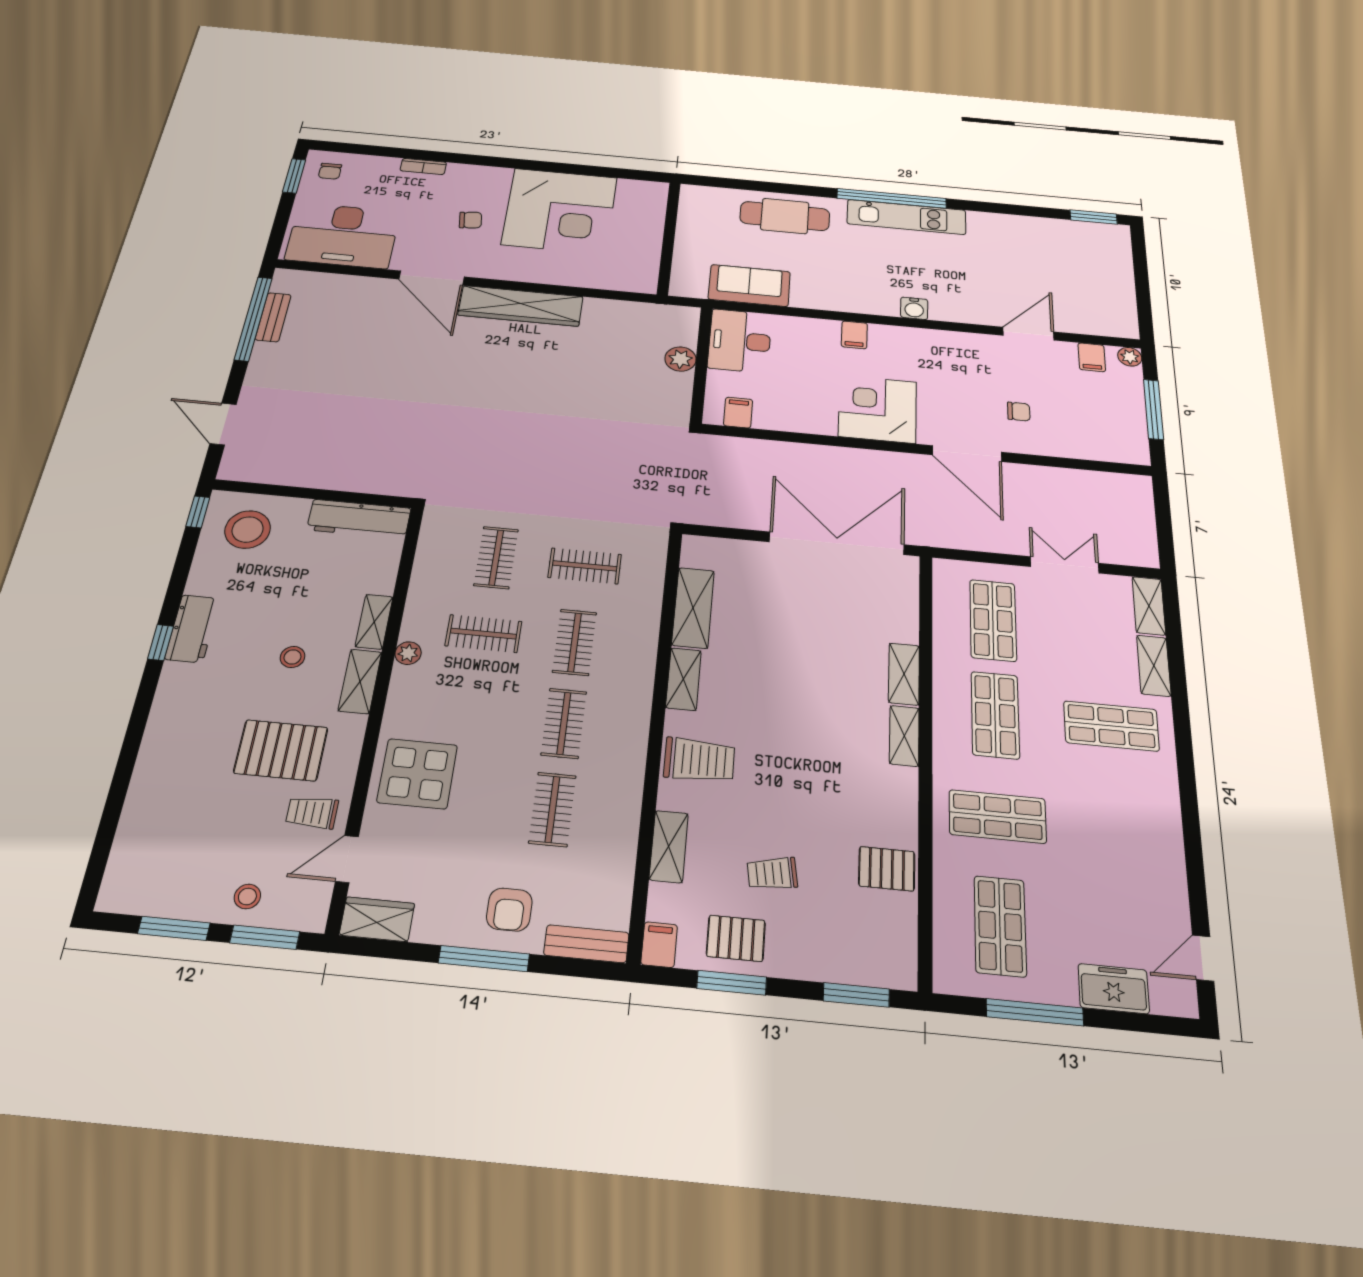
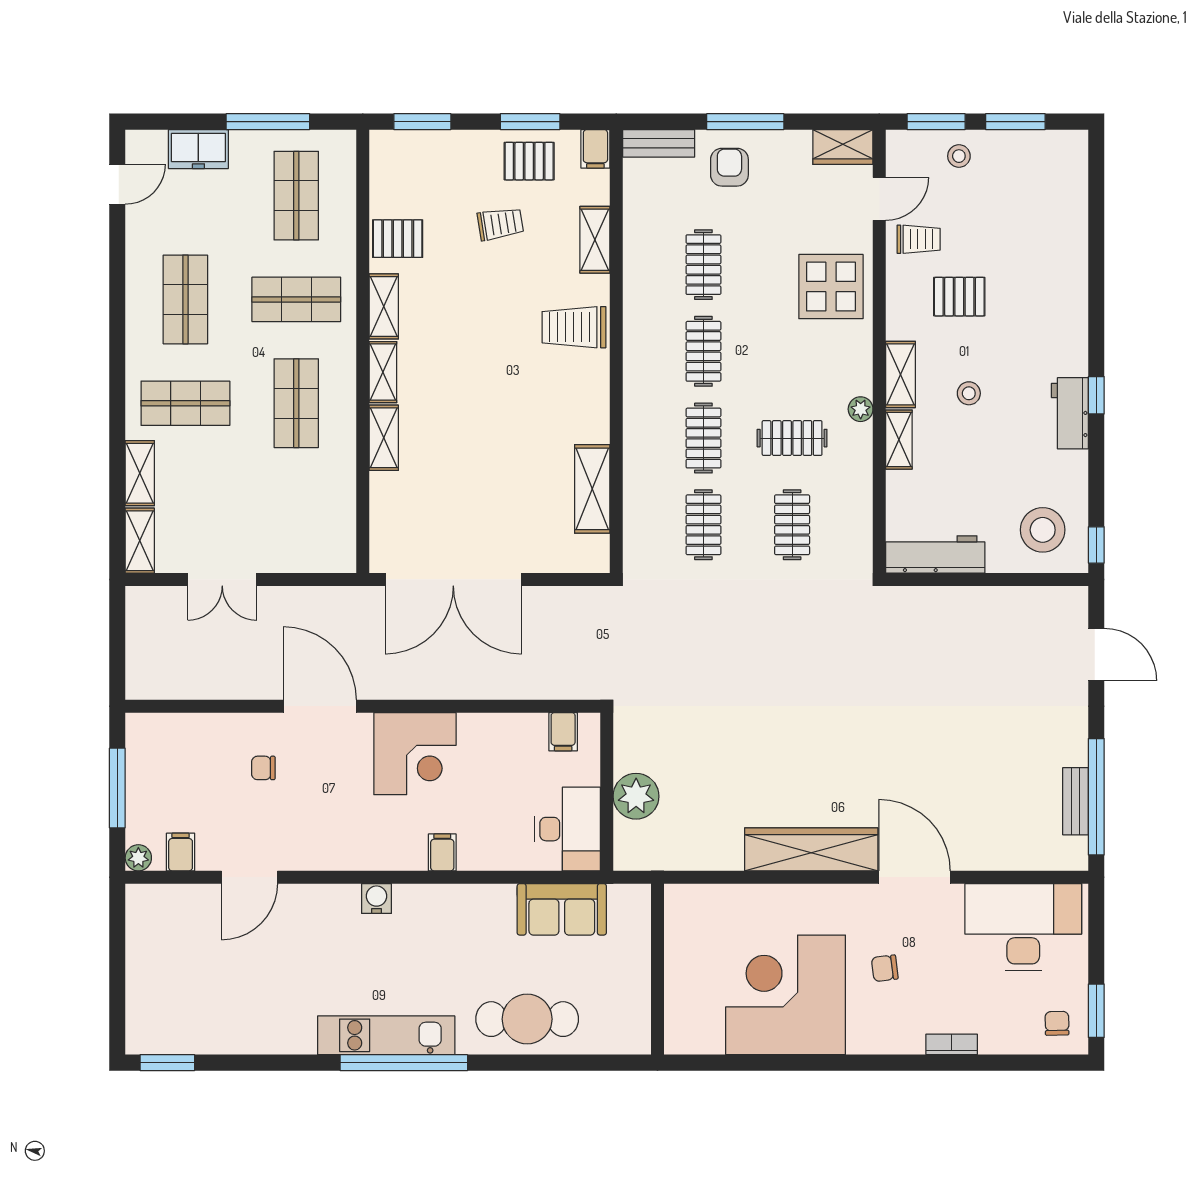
plant: (680, 359) -> (636, 796), width x1.36, depth x1.36
clothes rail: (585, 566) -> (703, 525), turned 90
shop shelf: (993, 620) -> (185, 299), moved
shelving: (683, 679) -> (384, 306), moved
pallet: (281, 750) -> (959, 297), width x0.67, depth x0.71

